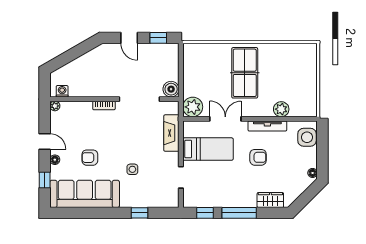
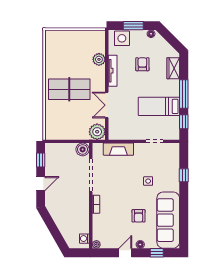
bed: (208, 149) -> (159, 106), moved, turned -90
window: (322, 151) -> (133, 26), added
armchair: (258, 157) -> (142, 64), moved

